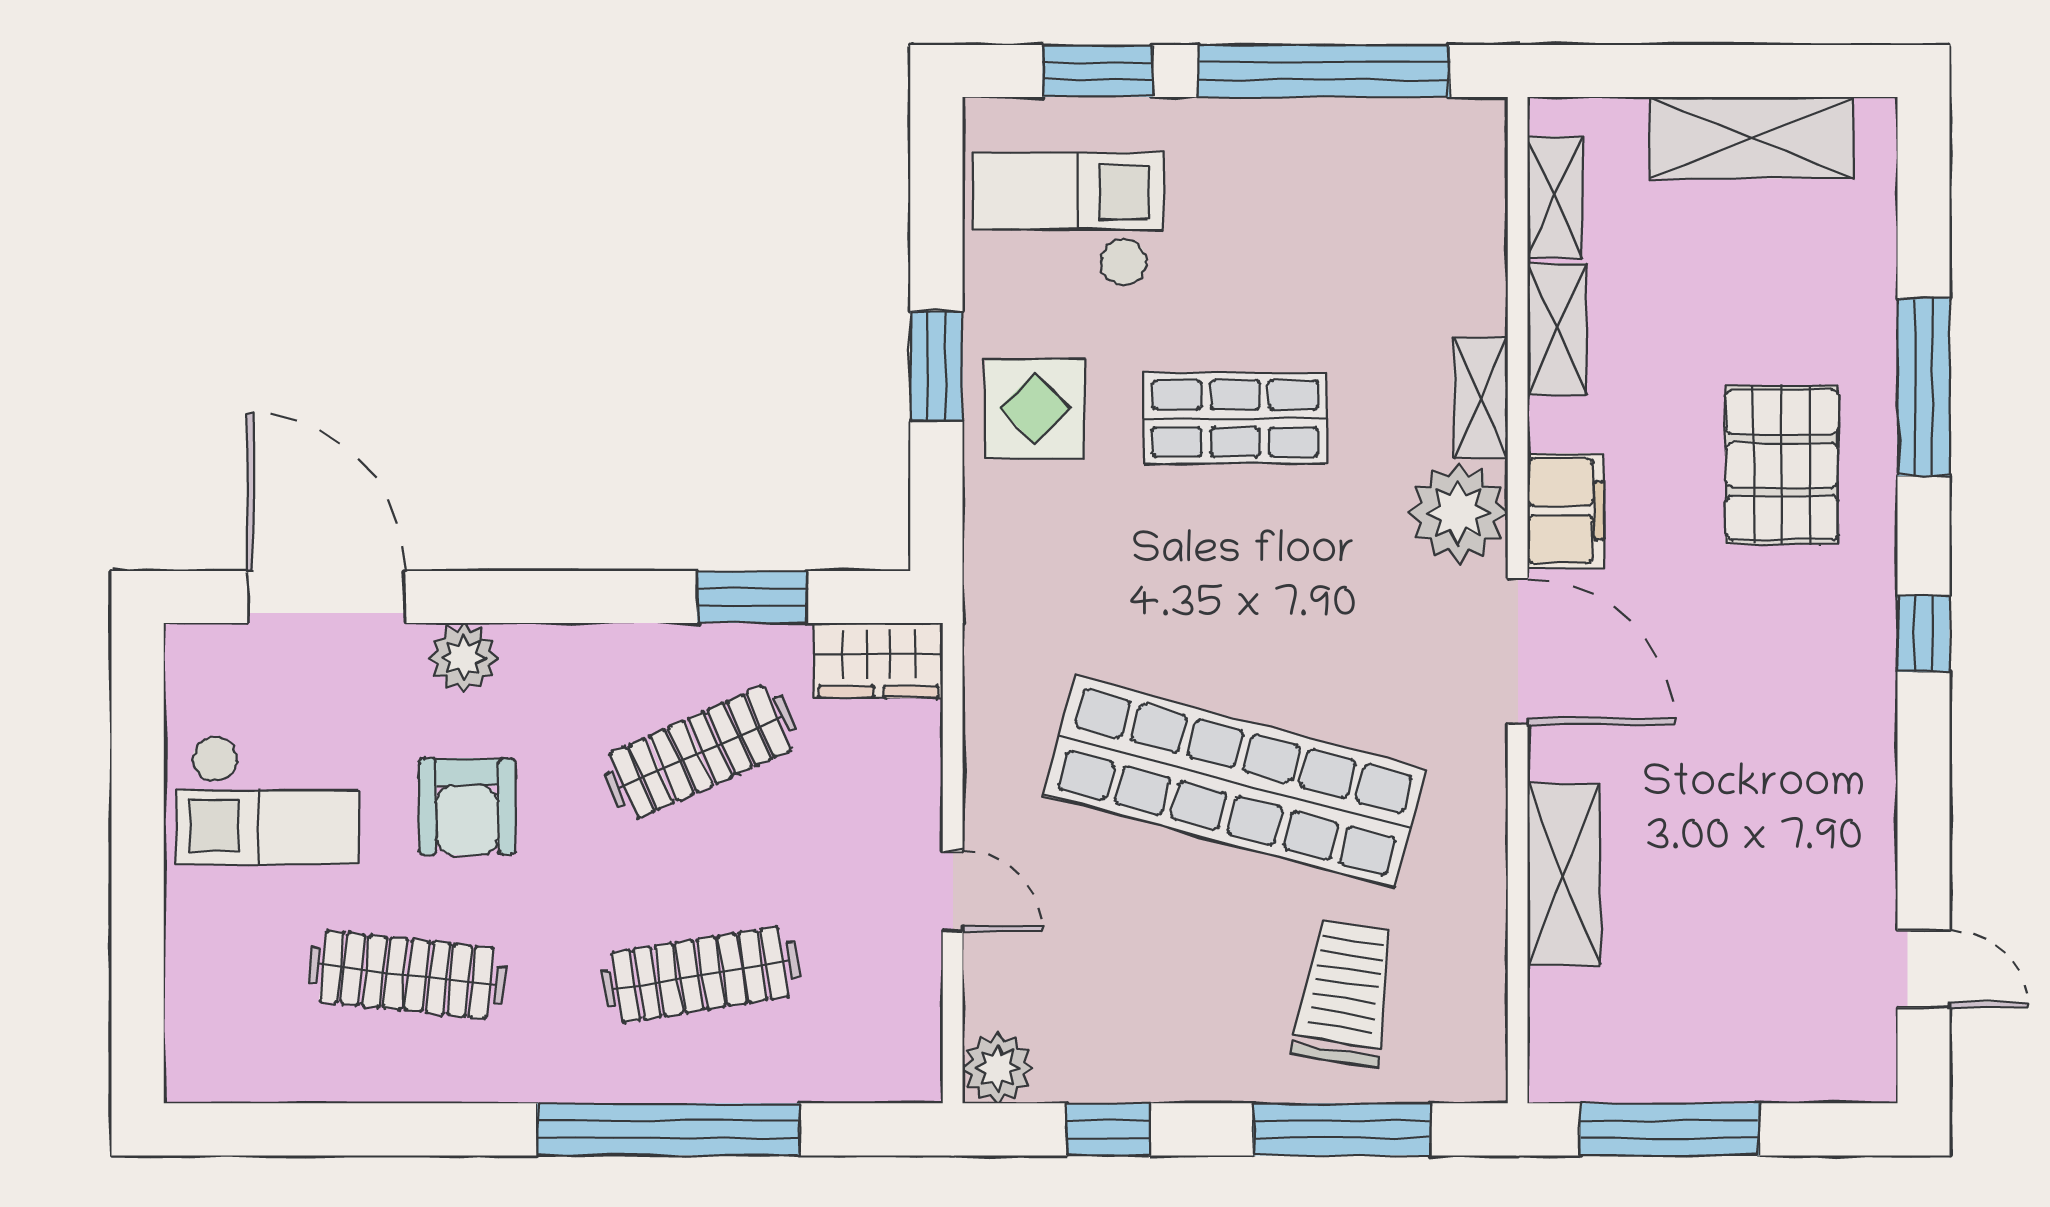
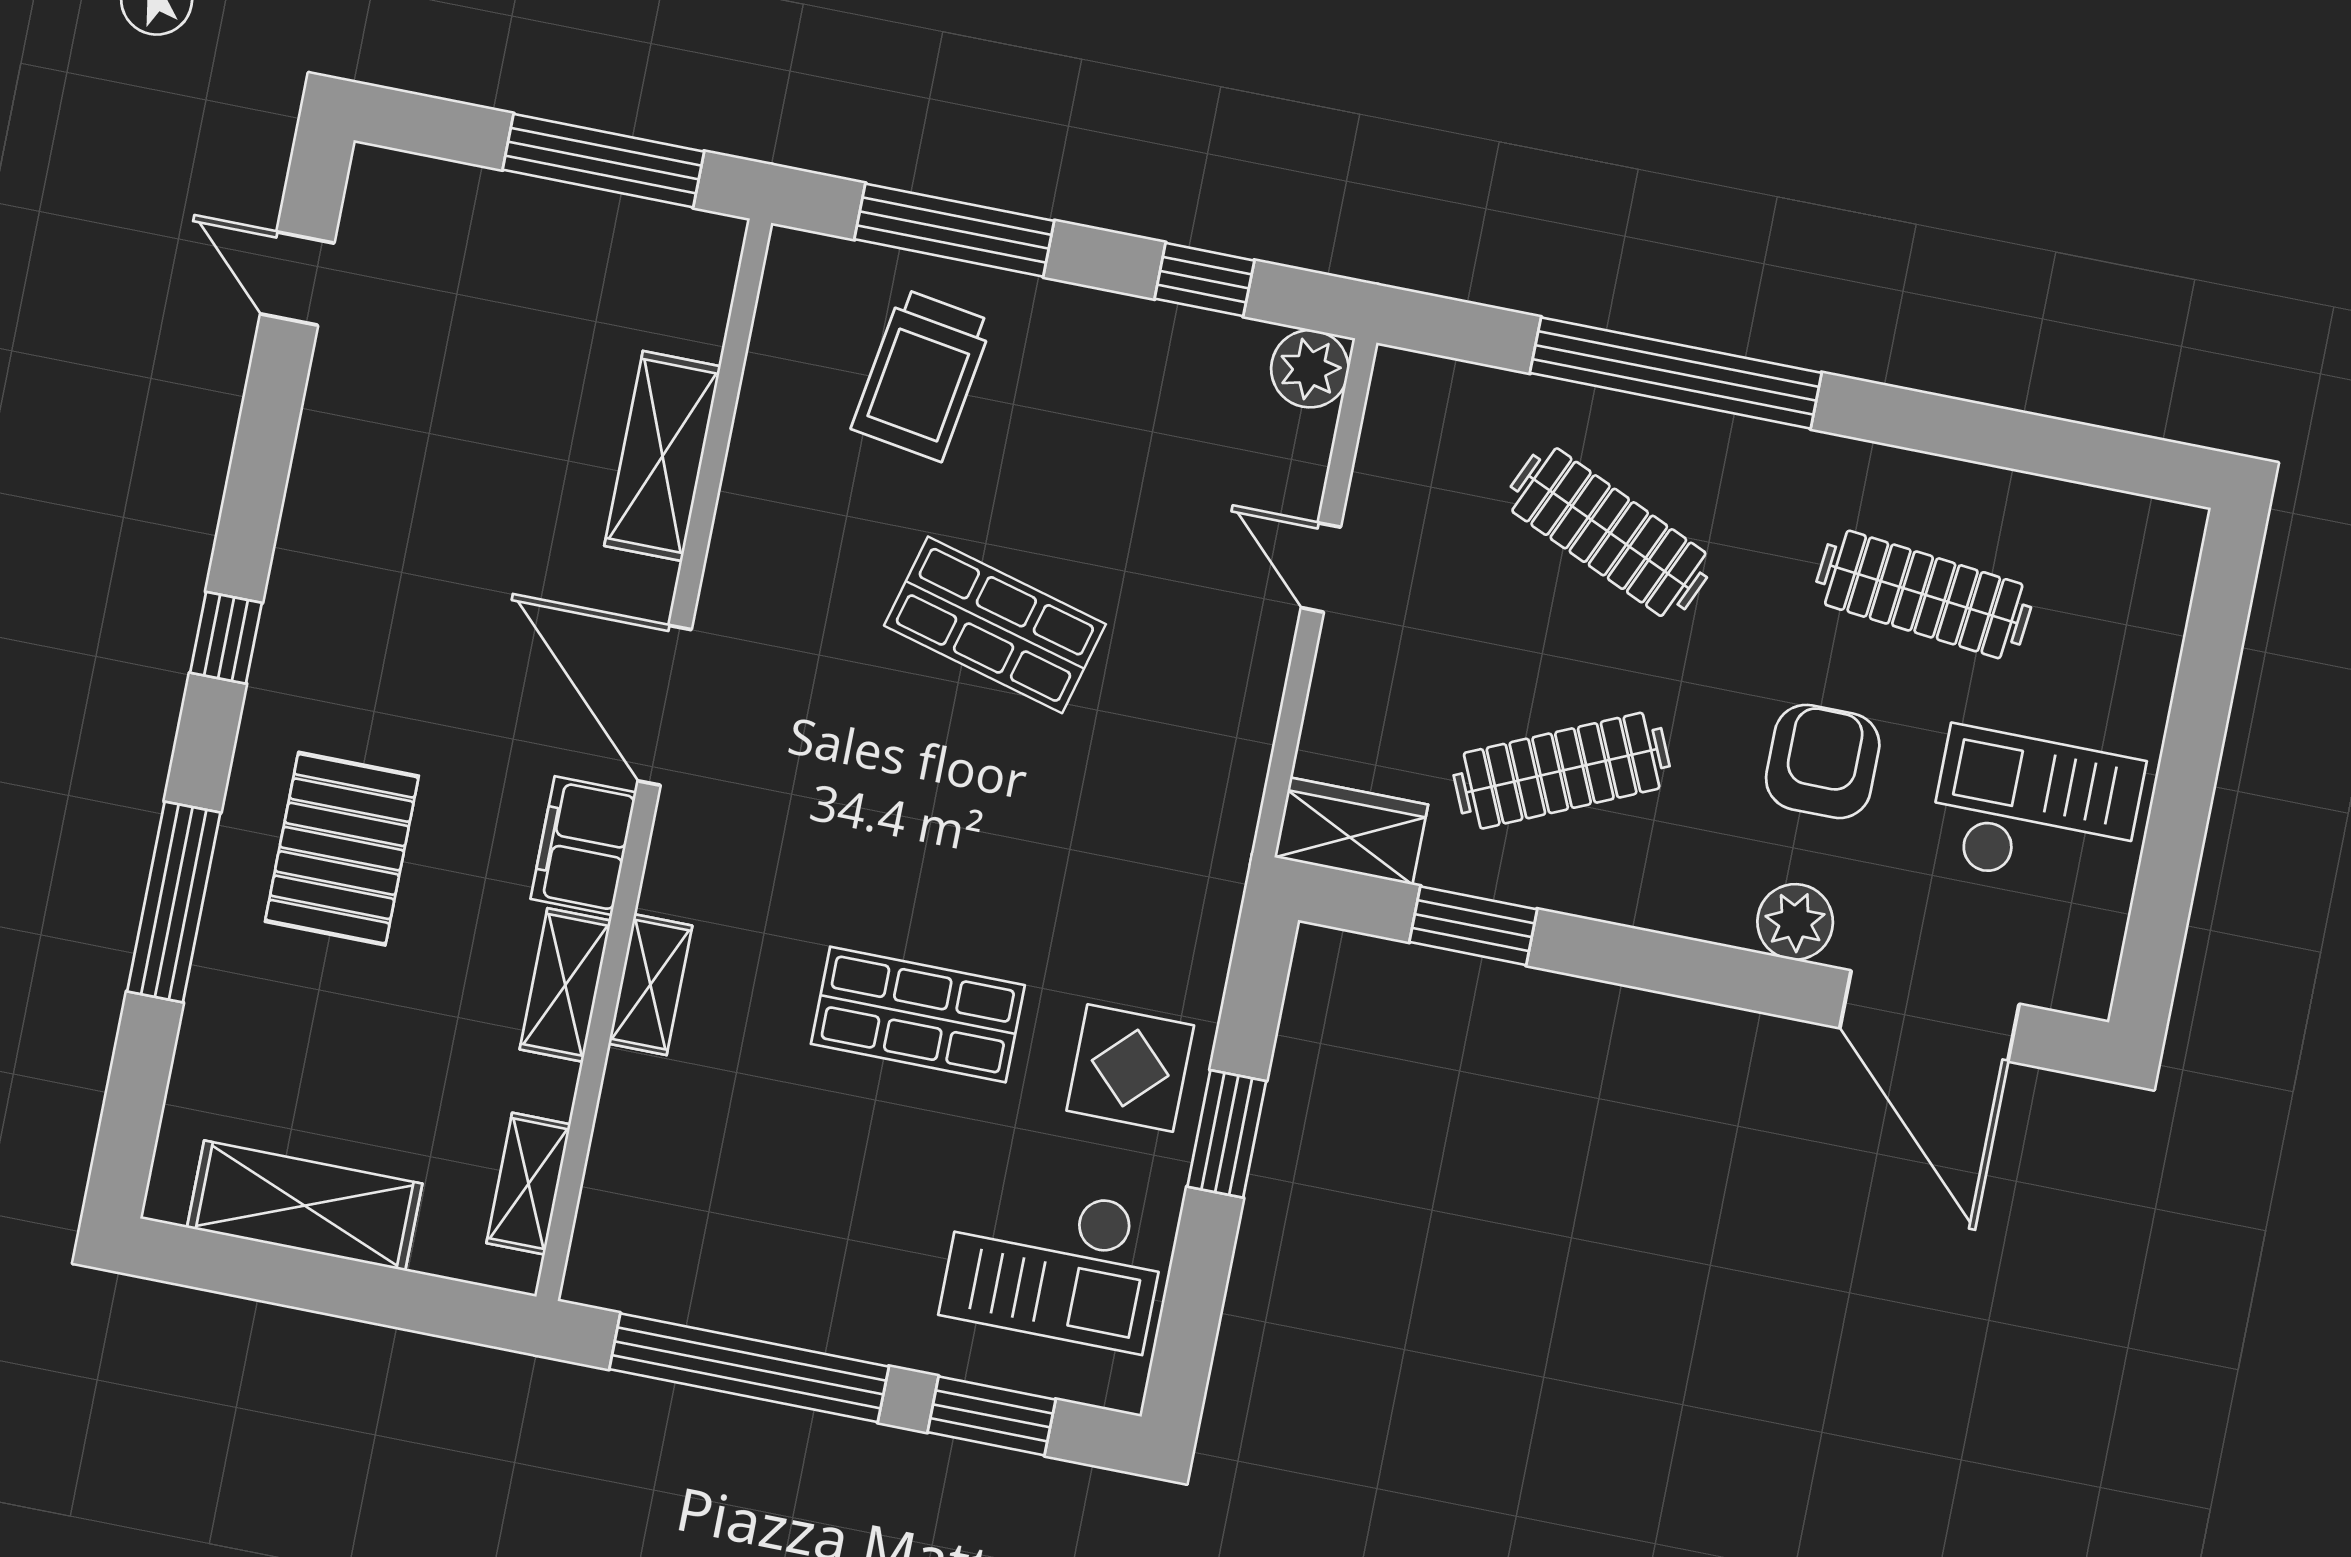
shelving: (1557, 329) -> (565, 985), moved
plant: (1458, 513) -> (699, 866), removed
shop shelf: (1235, 782) -> (995, 625), width x0.50, depth x0.74
clothes rail: (700, 975) -> (1609, 532), turned 33

